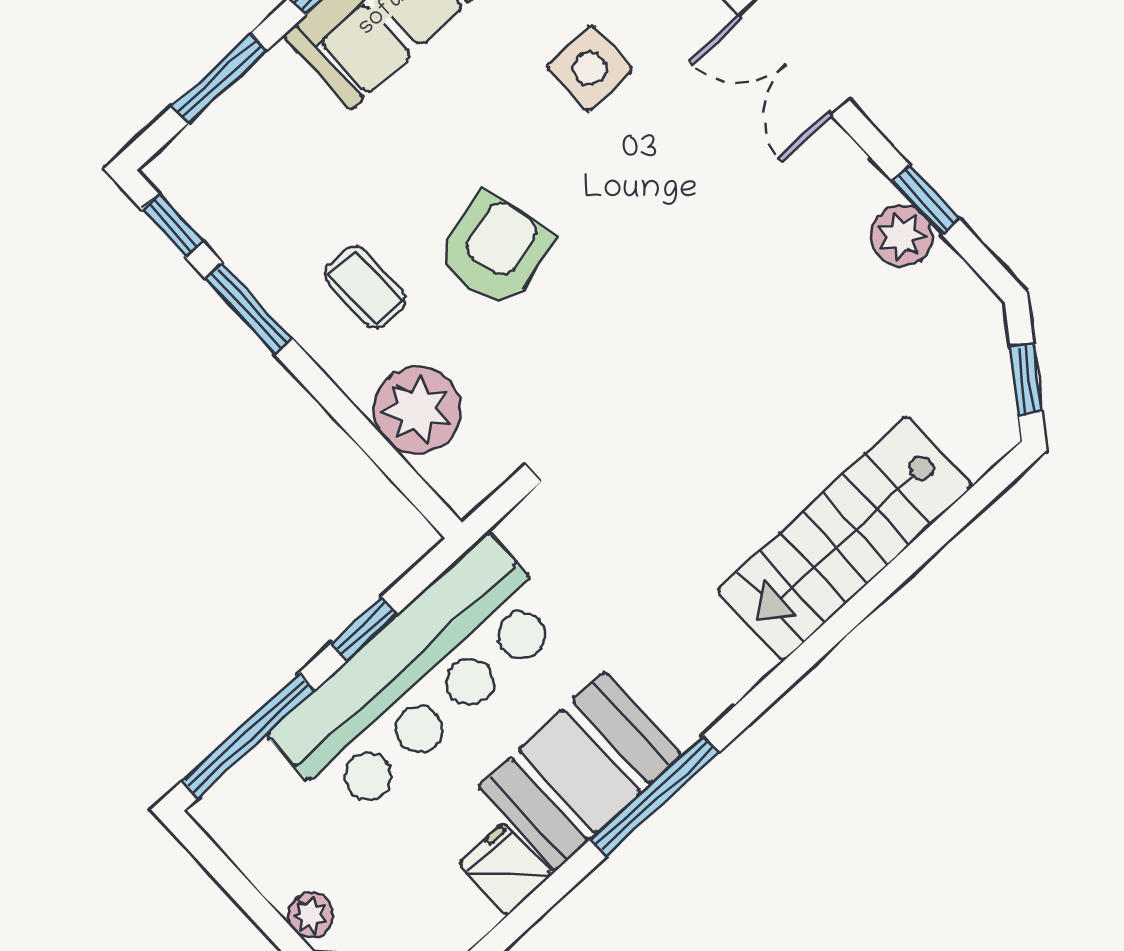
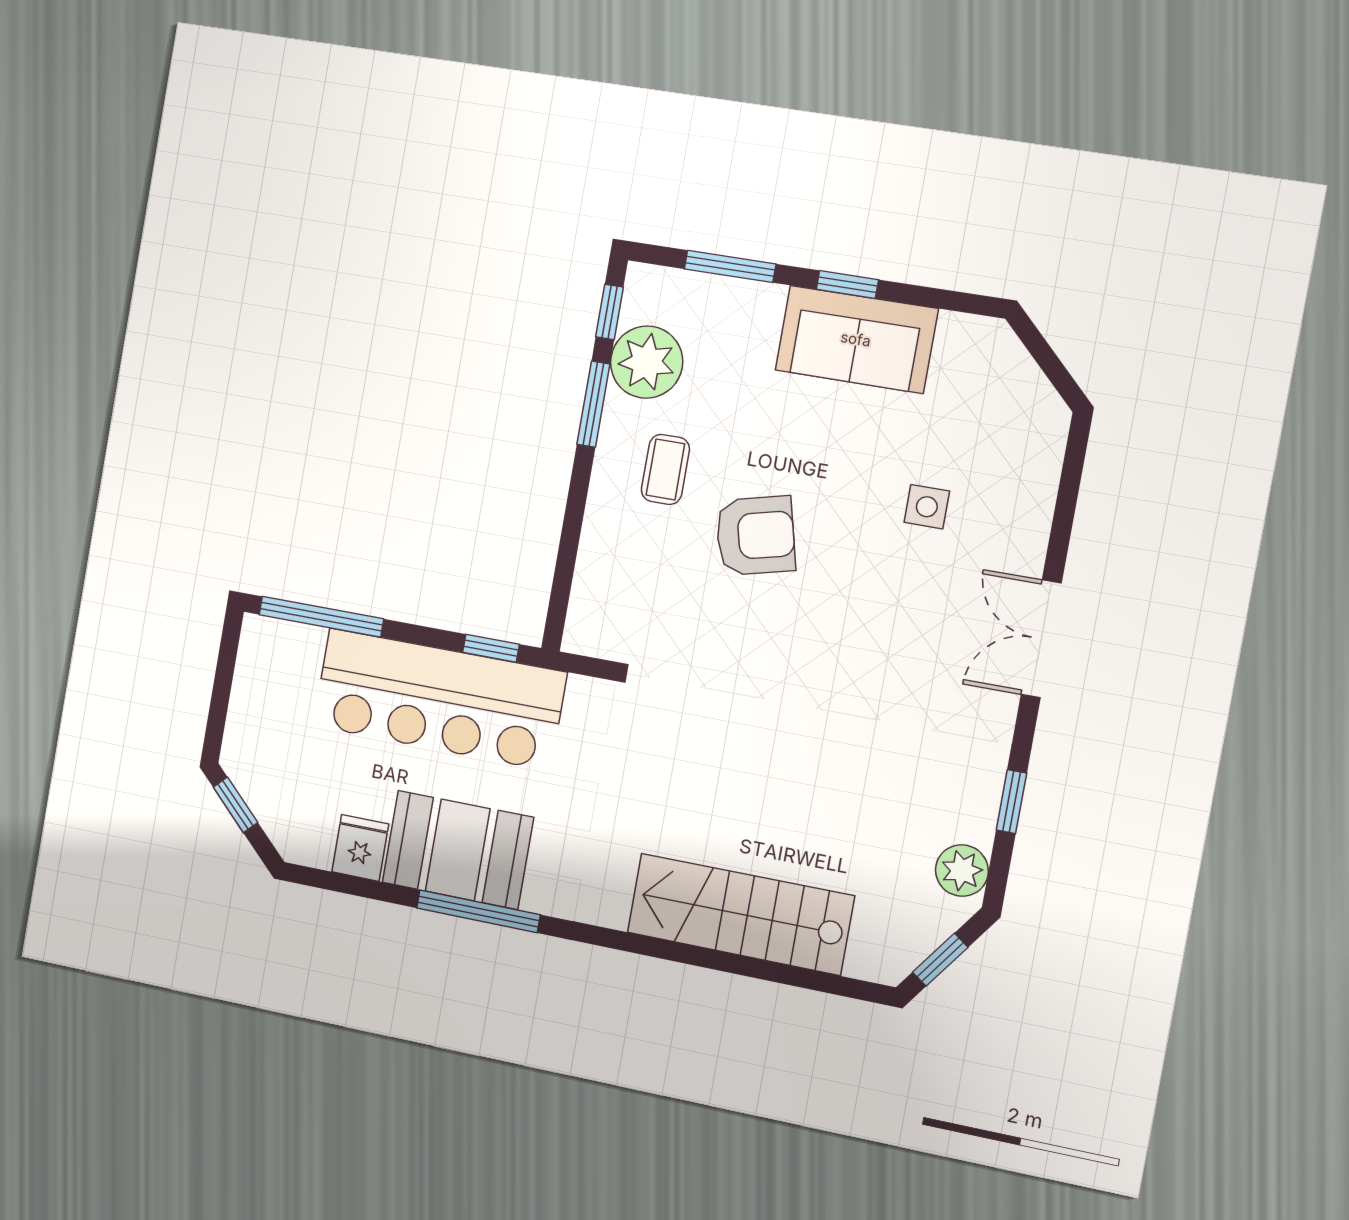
side table: (590, 68) -> (927, 507), width x0.73, depth x0.73
plant: (902, 236) -> (962, 871), moved
plant: (417, 410) -> (647, 362), moved
window: (364, 629) -> (491, 648), moved
plant: (310, 915) -> (239, 744), removed

